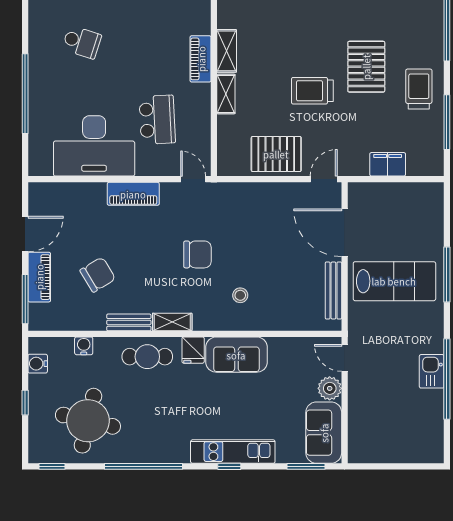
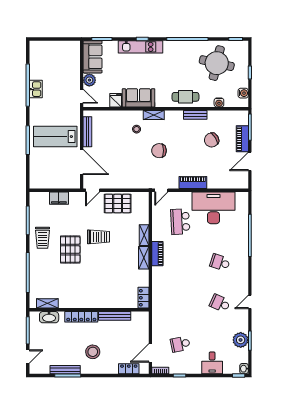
door: (193, 179) -> (161, 190), hinge flipped
shelving: (172, 322) -> (154, 115), moved
fridge: (193, 350) -> (116, 100), moved

